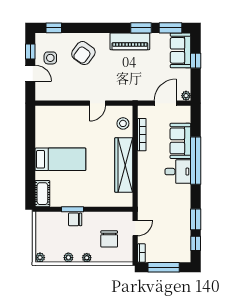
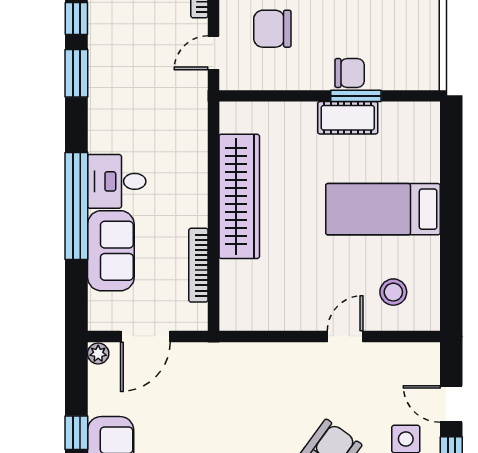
door: (98, 103) -> (345, 336), moved
stool: (123, 123) -> (393, 292), moved
cot: (42, 194) -> (348, 118), moved, turned 90
chair: (109, 239) -> (272, 29), turned -90

